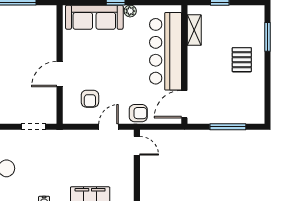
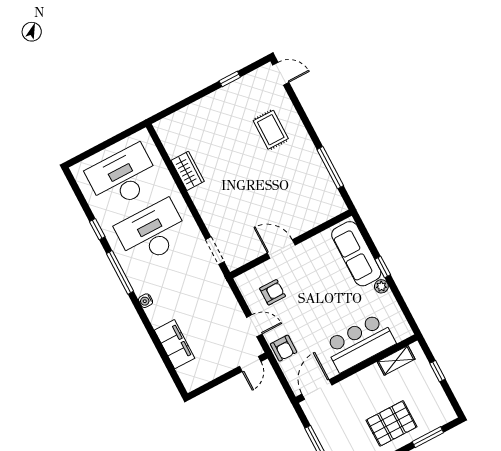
bar counter: (166, 51) -> (360, 343), width x0.73
pallet: (242, 60) -> (392, 423), width x1.50, depth x1.42
armchair: (90, 99) -> (273, 292), turned 180
door: (184, 104) -> (317, 389), hinge flipped

